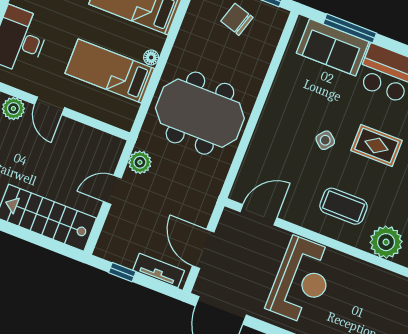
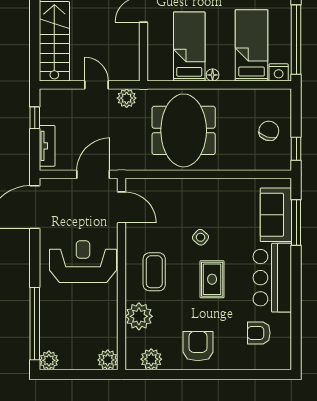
door: (203, 249) -> (93, 174), moved
reception desk: (302, 281) -> (83, 262), turned 180

